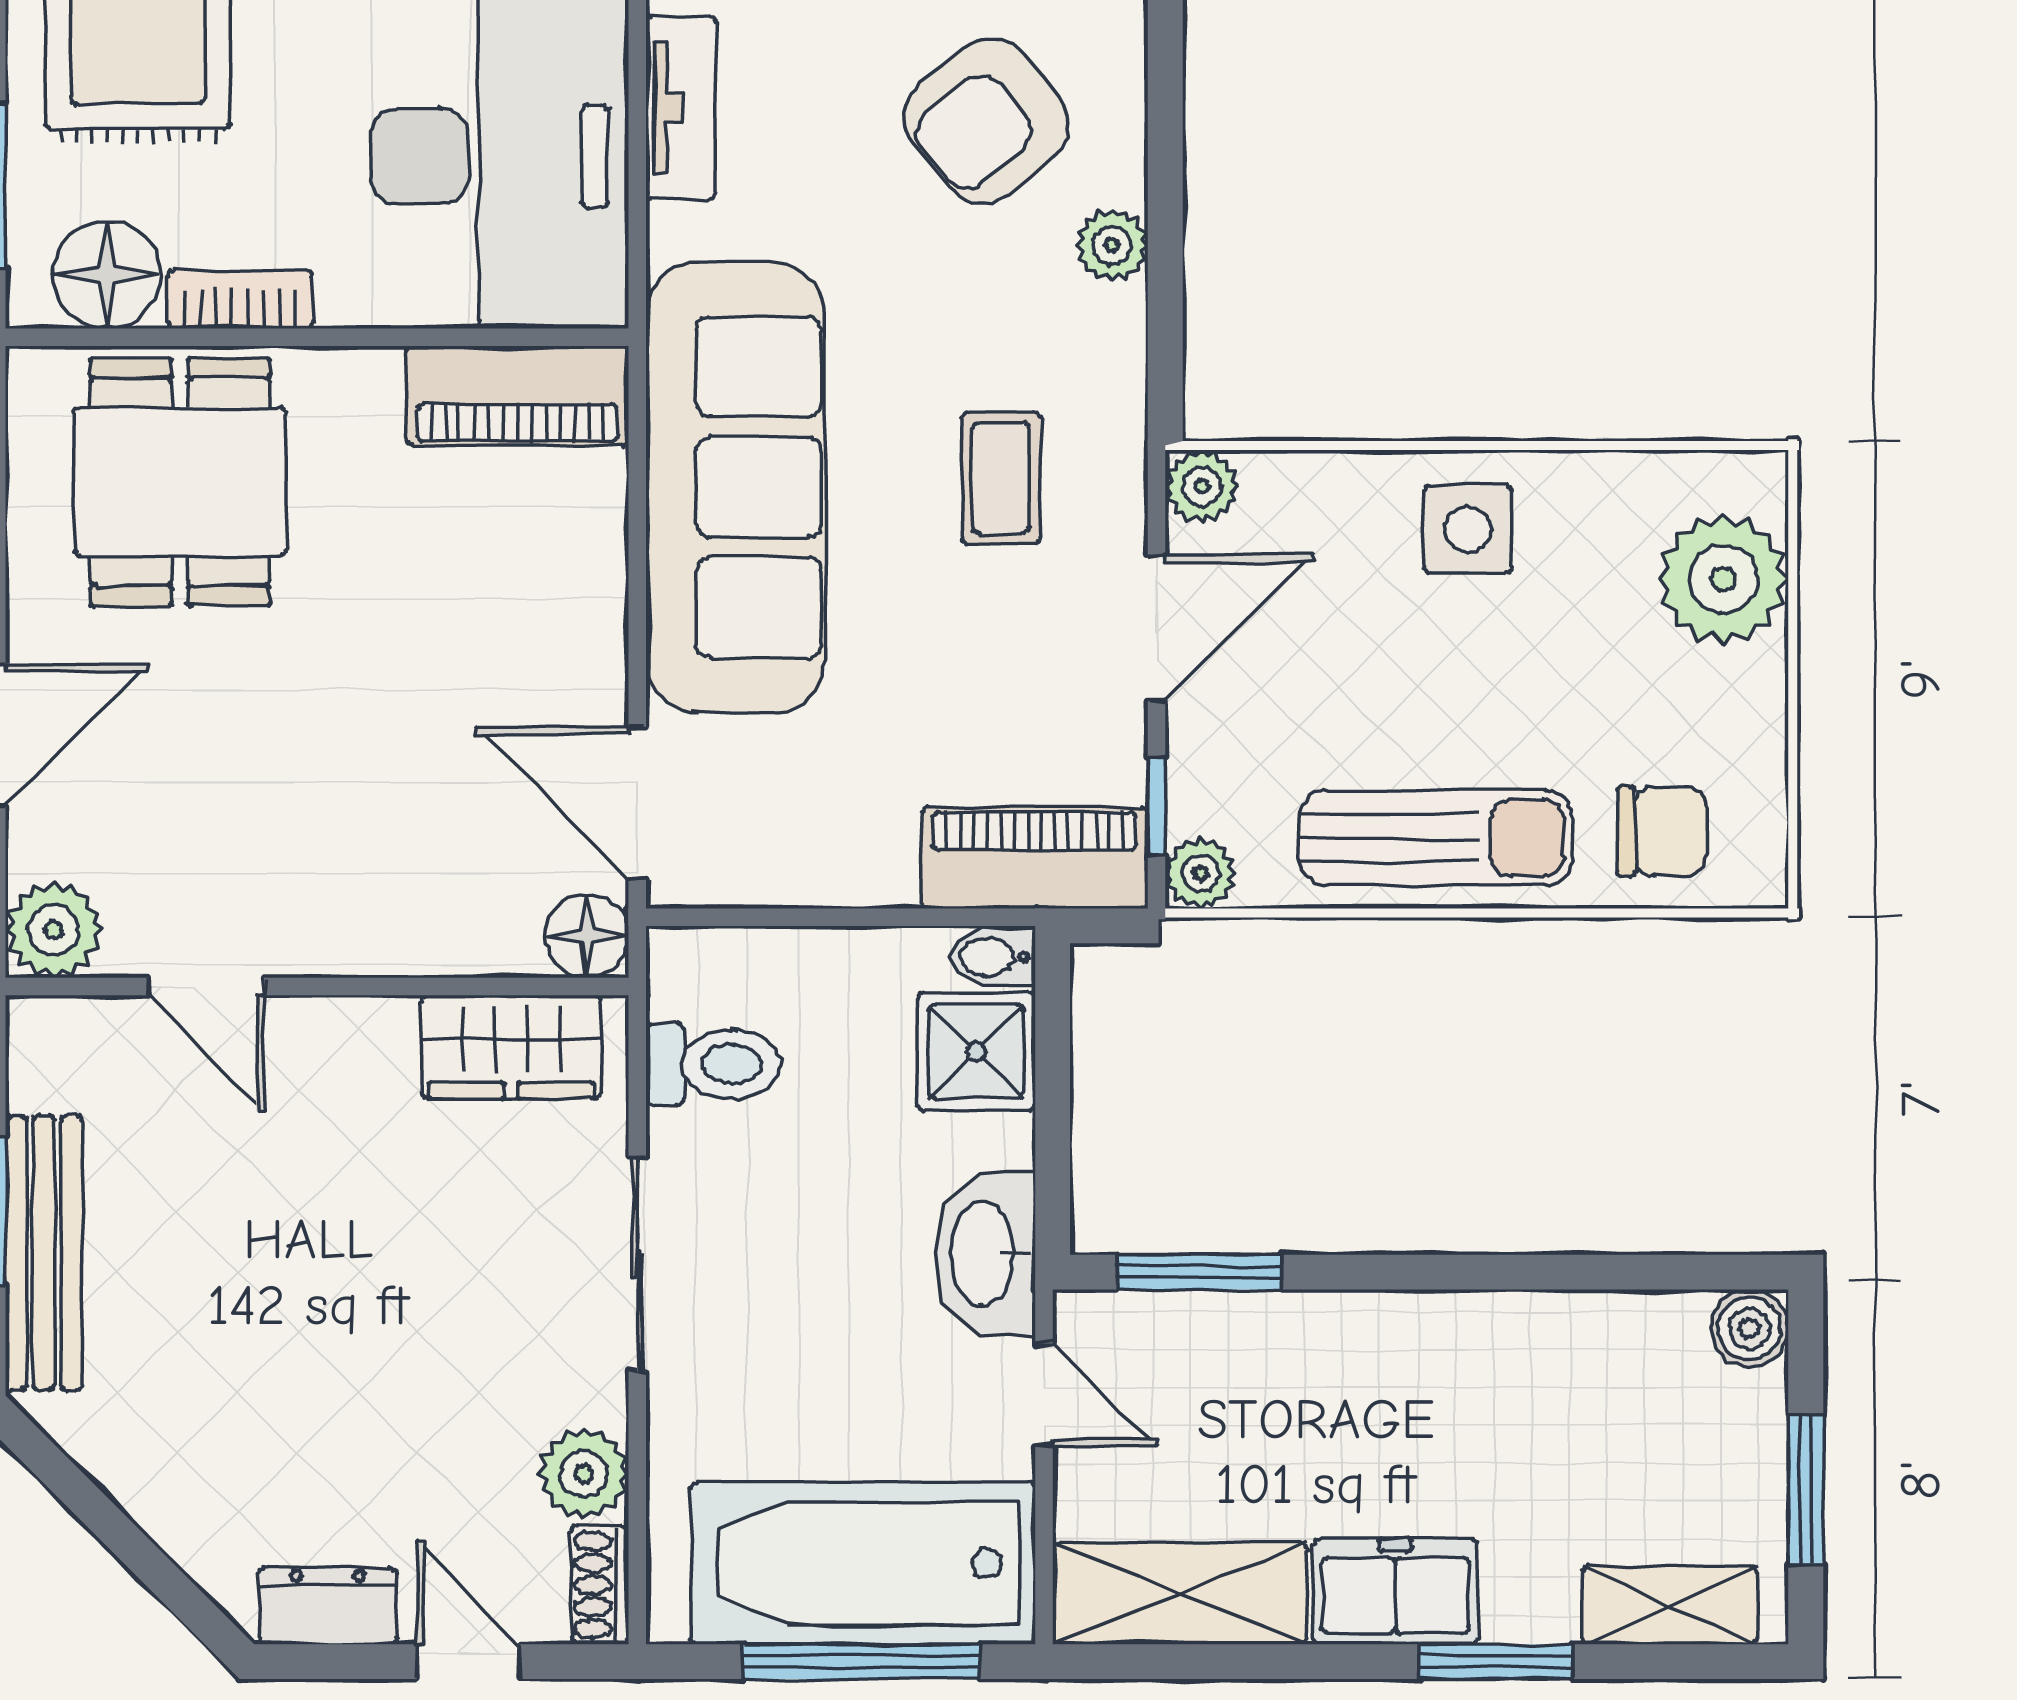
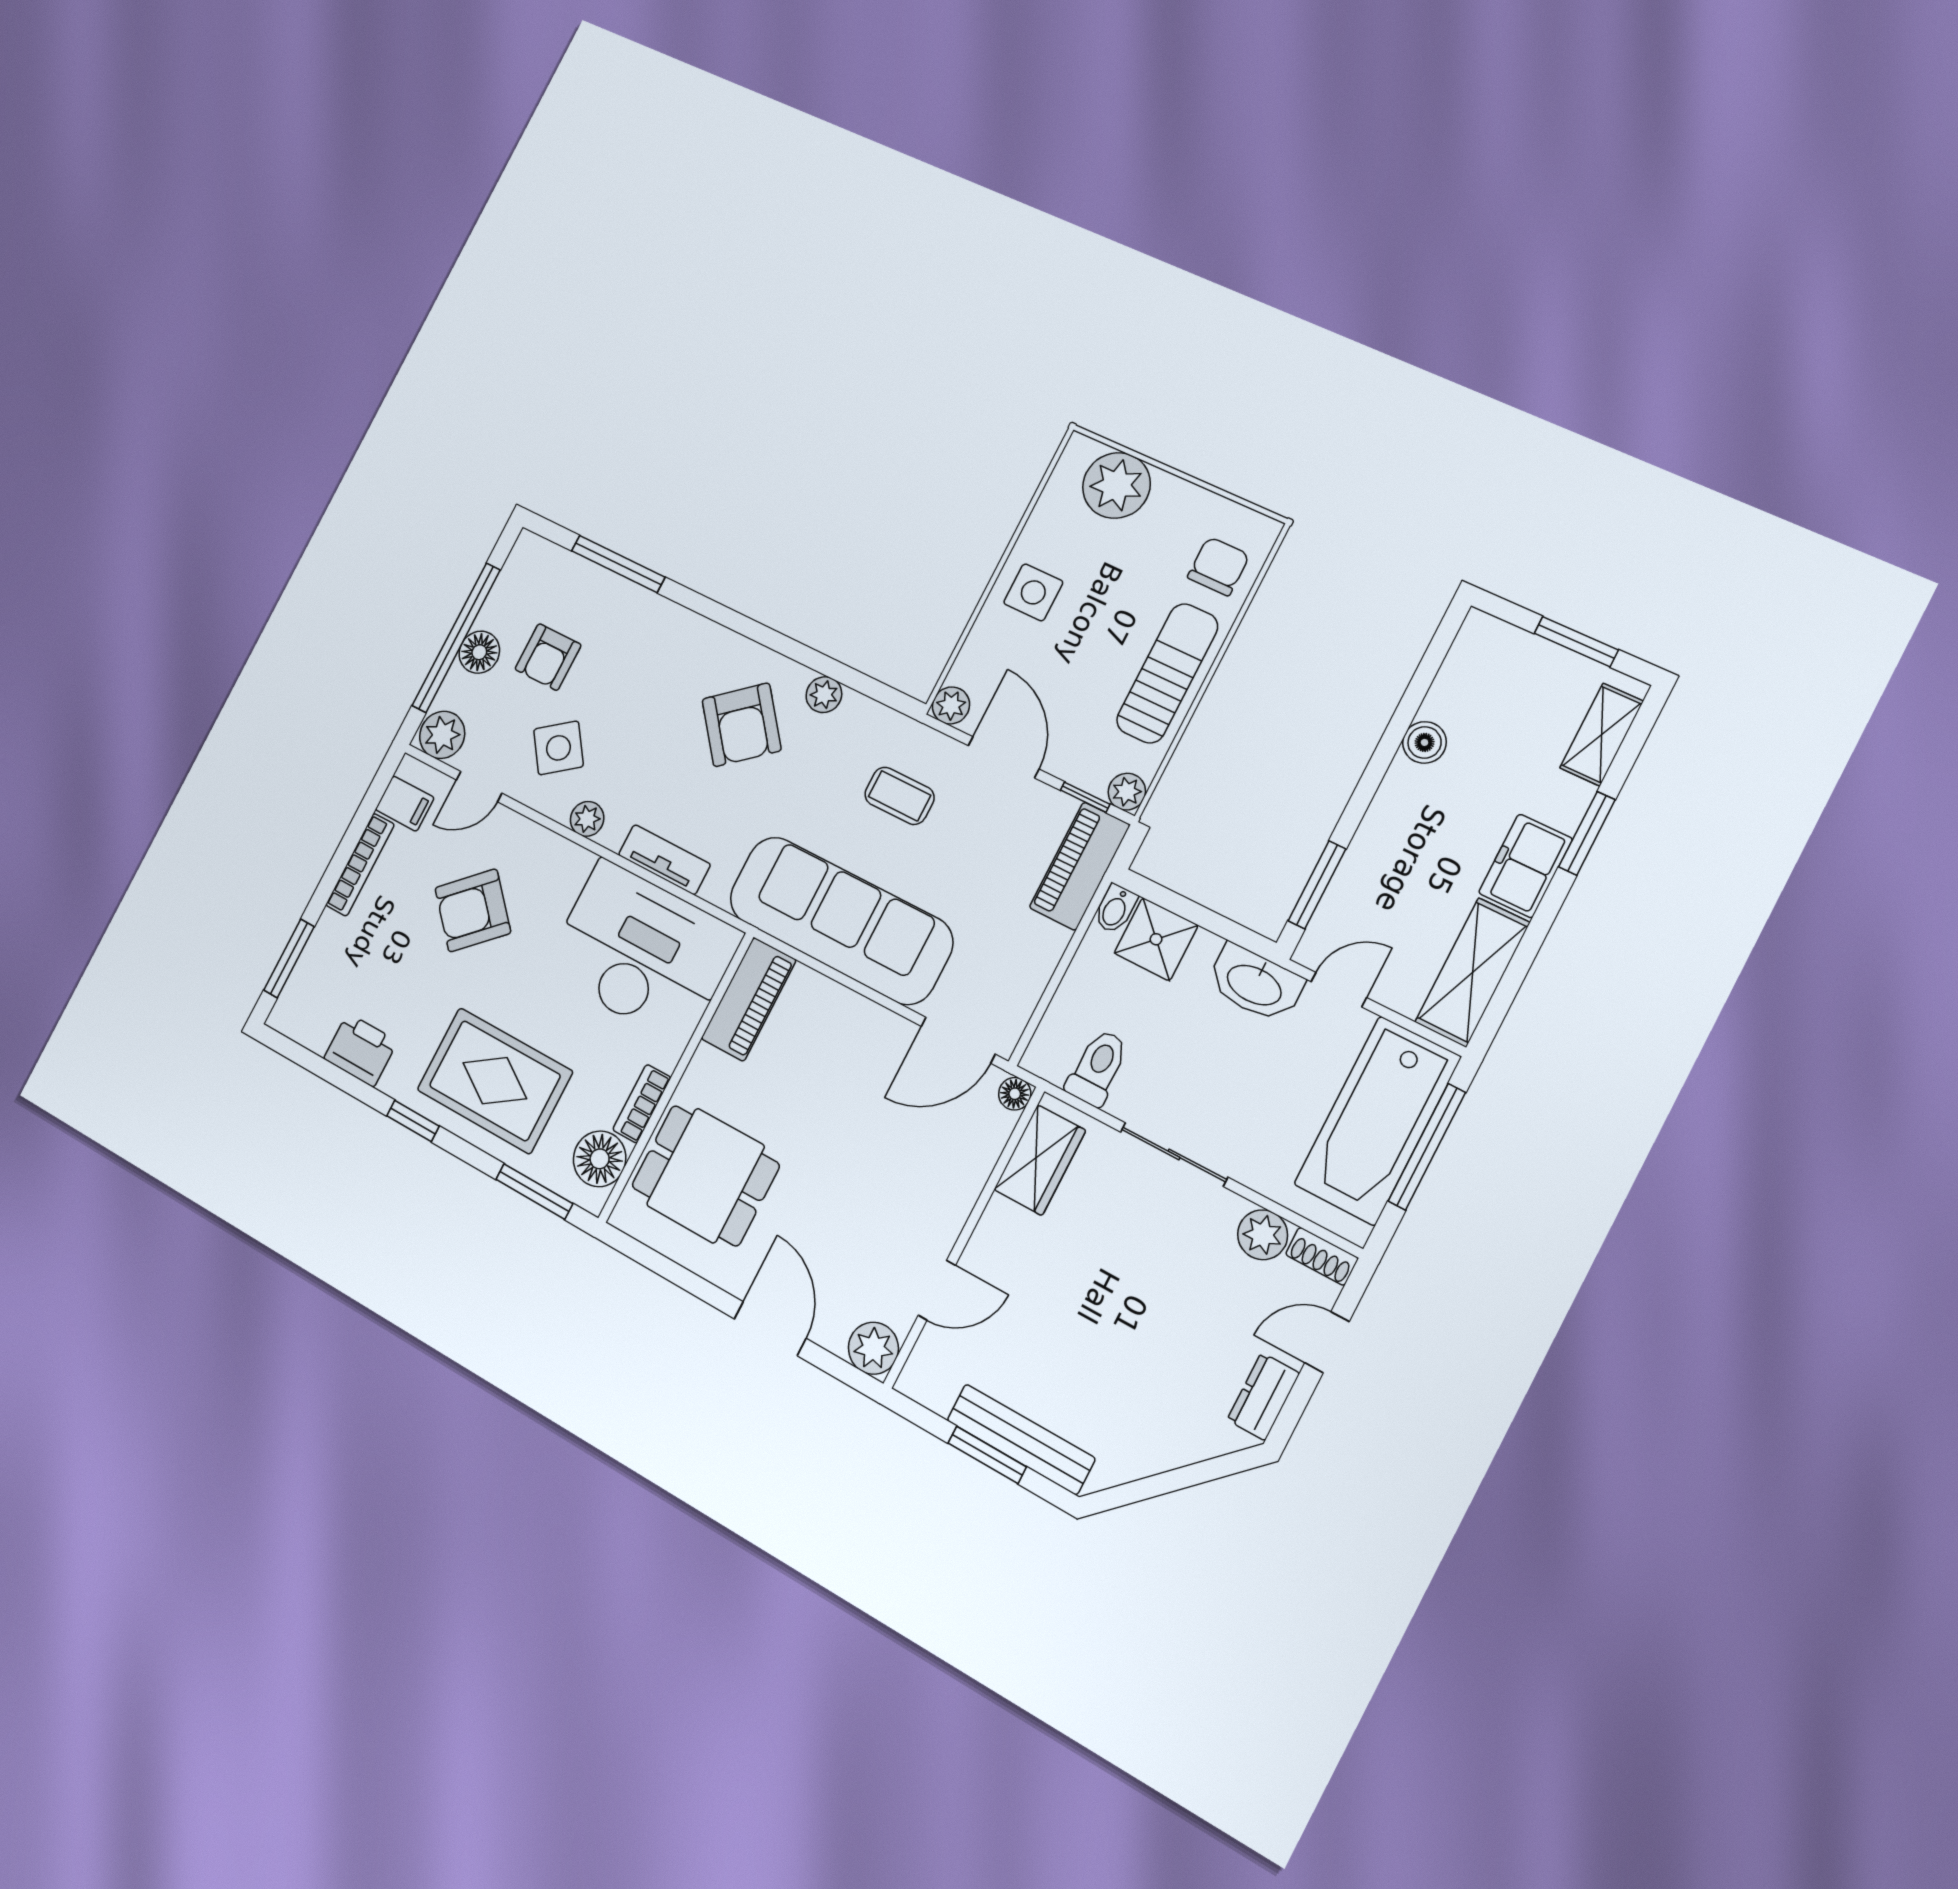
floor lamp: (587, 936) -> (1015, 1094), width x0.73, depth x0.73
boiler: (1749, 1328) -> (1425, 742), moved

